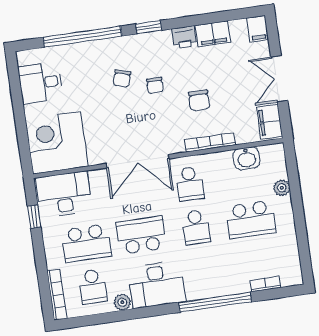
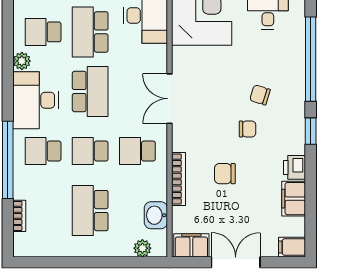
chair: (155, 85) -> (247, 129), turned 180
double door: (137, 161) -> (170, 99), width x0.73
plant: (282, 188) -> (142, 248), moved
school desk: (202, 271) -> (43, 151), added

